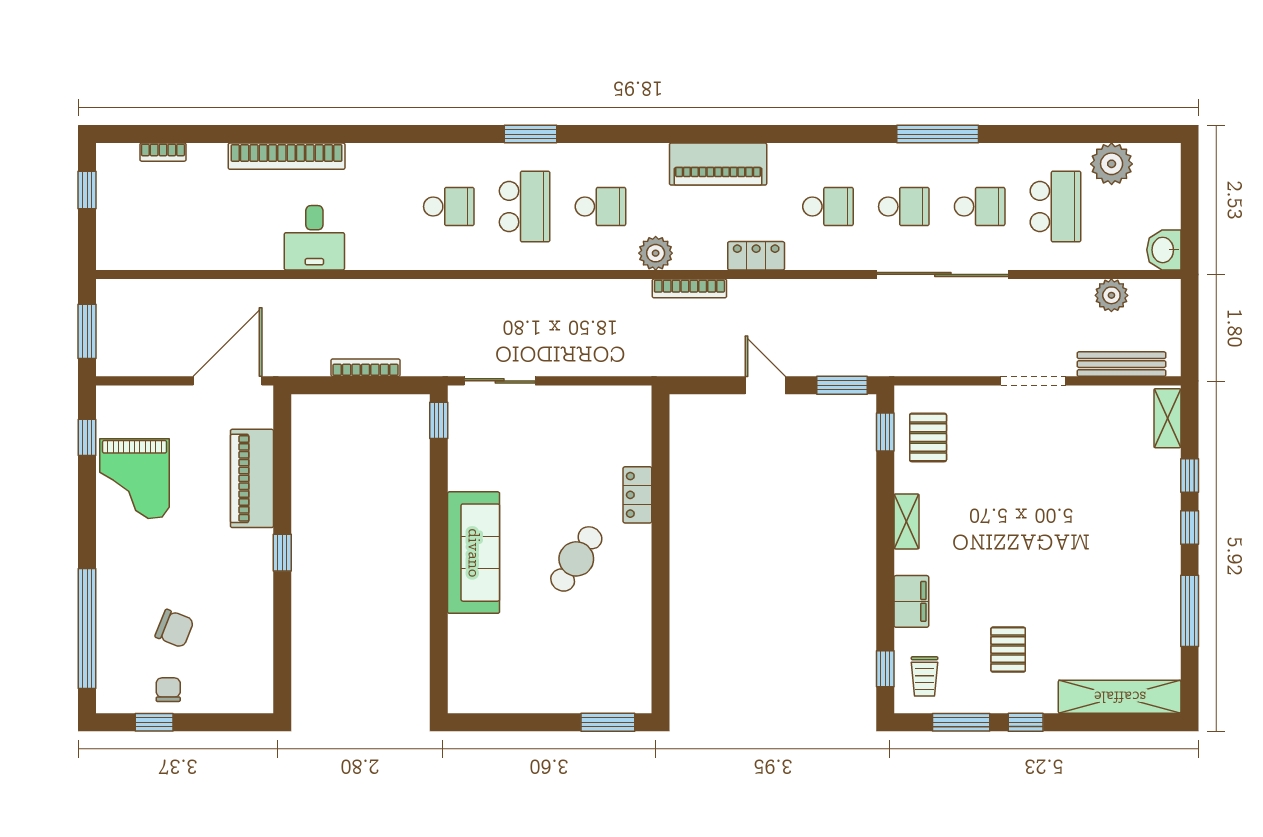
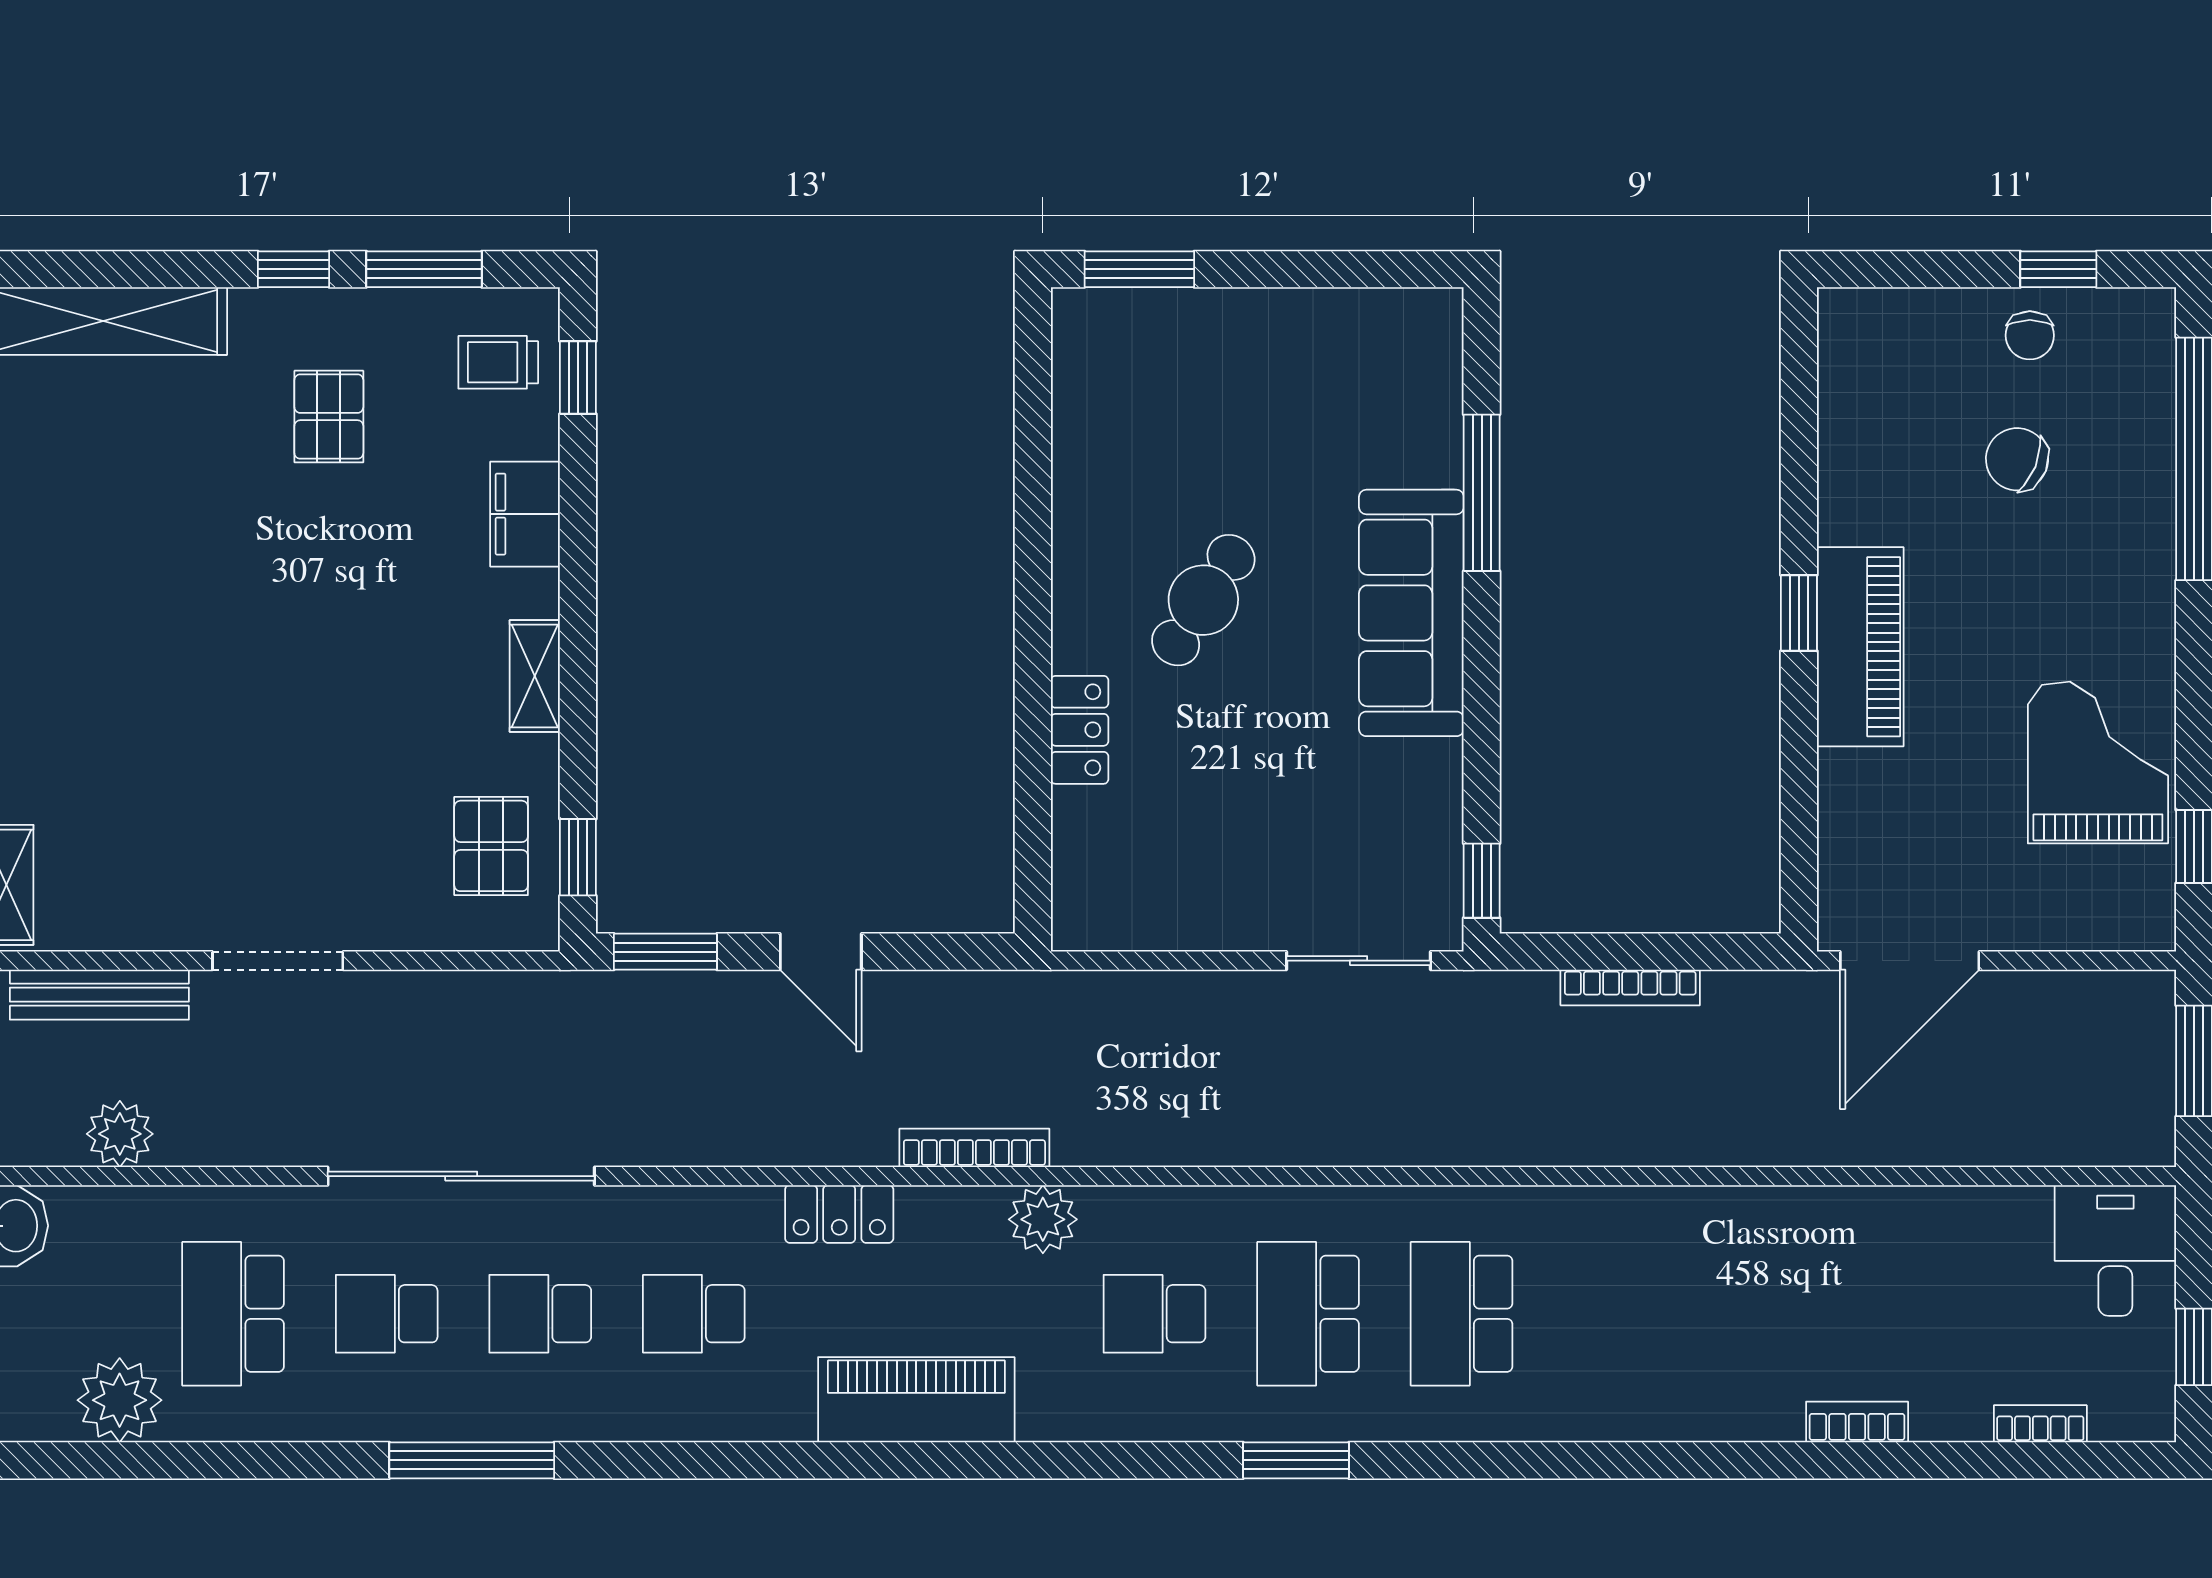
bookcase: (287, 156) -> (1857, 1422), width x0.43, depth x0.76
school desk: (449, 207) -> (1462, 1314), width x1.85
desk: (314, 238) -> (2115, 1250), moved
piano: (252, 478) -> (1860, 647), moved
window: (439, 612) -> (1482, 493), added
trolley: (925, 676) -> (498, 362), turned -90

